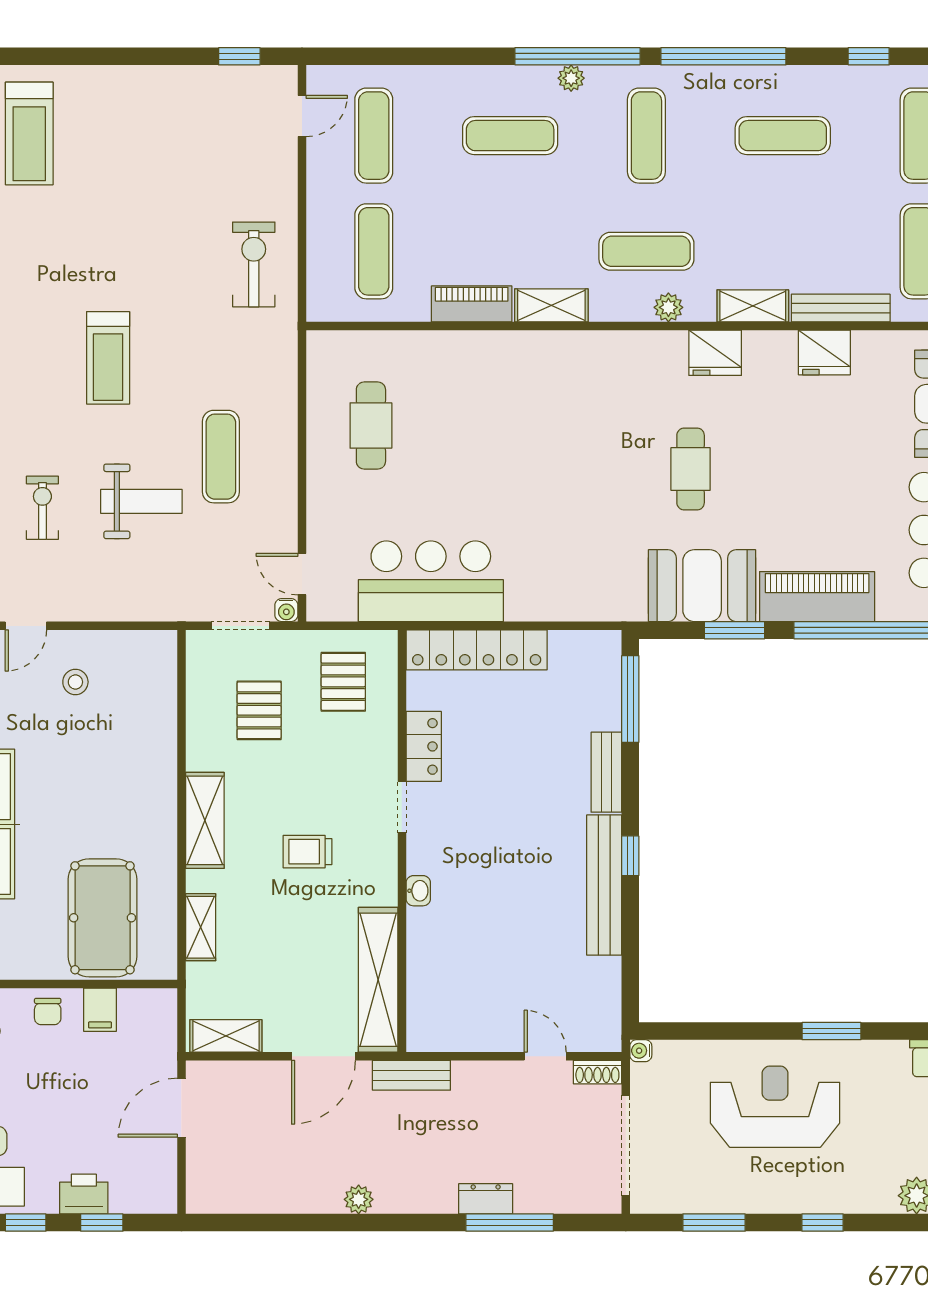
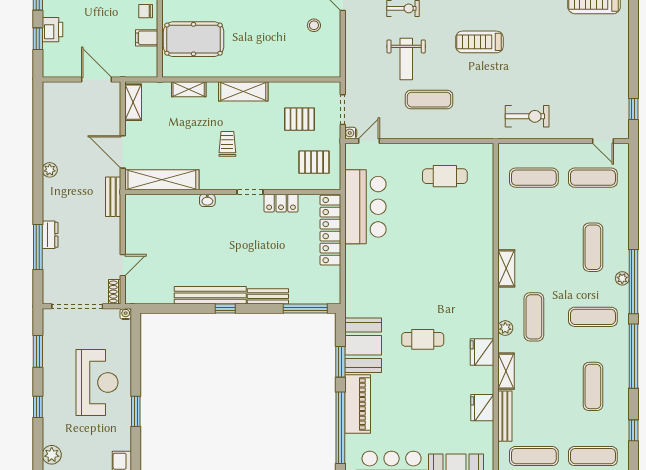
piano: (472, 304) -> (507, 228), removed

